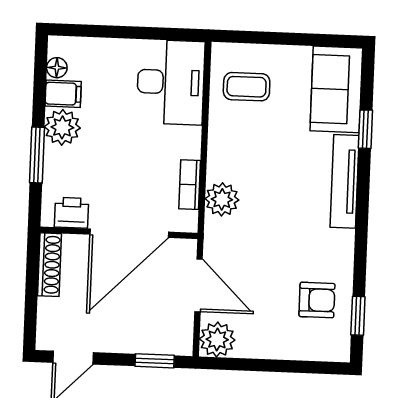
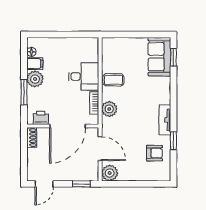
desk: (171, 82) -> (84, 77), moved, width x0.73
coffee table: (247, 87) -> (113, 80), moved
window: (365, 129) -> (173, 57), moved
tv unit: (345, 181) -> (165, 120), moved, width x0.71
shoe rack: (49, 265) -> (32, 138), width x0.70
window: (358, 316) -> (173, 141), moved

